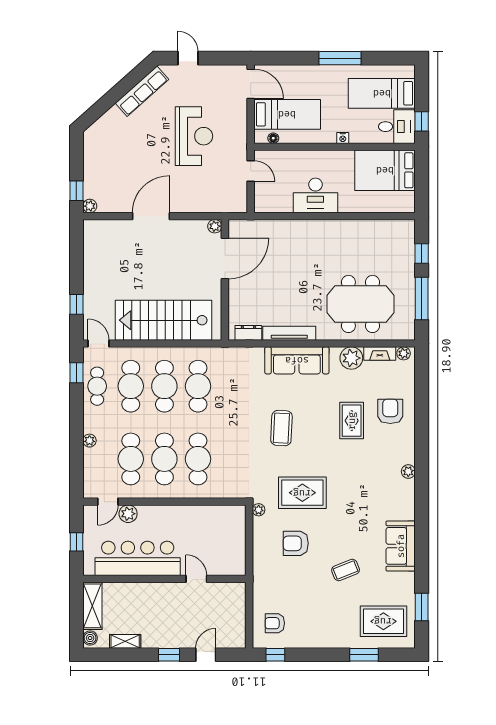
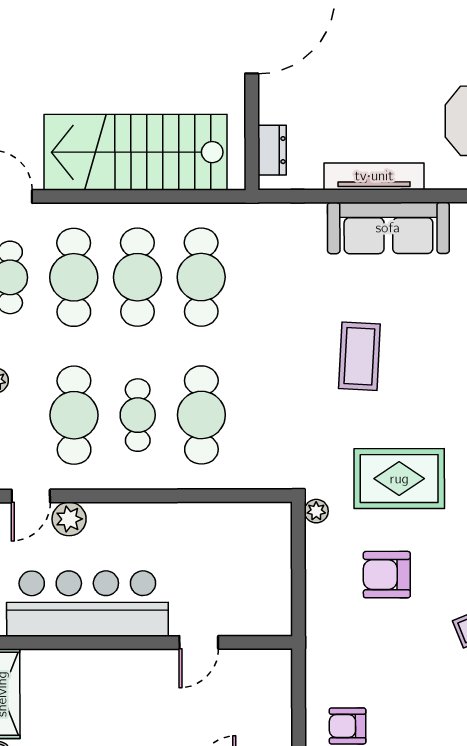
dresser: (248, 333) -> (272, 150), moved, turned 90
cafe table: (164, 459) -> (138, 415), width x0.73, depth x0.74
door: (196, 579) -> (199, 642), swing flipped

